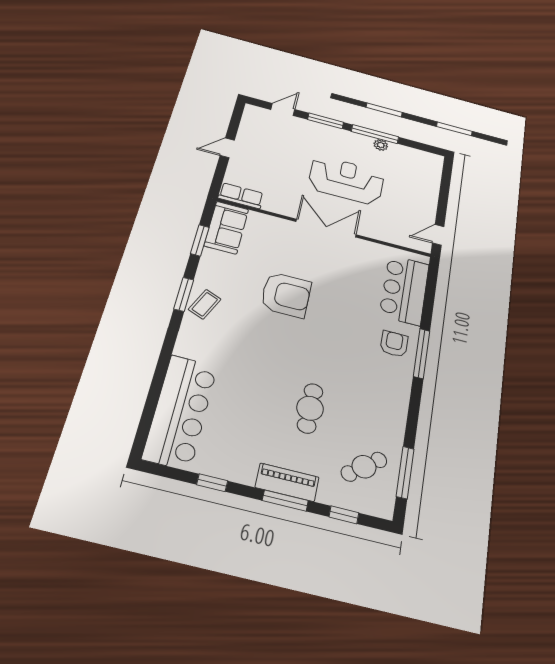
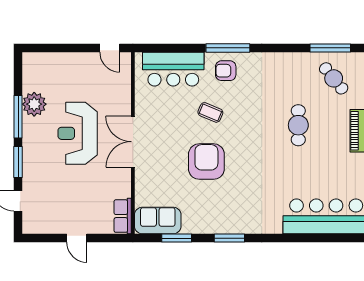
plant: (381, 145) -> (34, 104), width x1.87, depth x1.87
coffee table: (205, 304) -> (210, 112), moved
cafe table: (310, 408) -> (298, 125), turned 90

